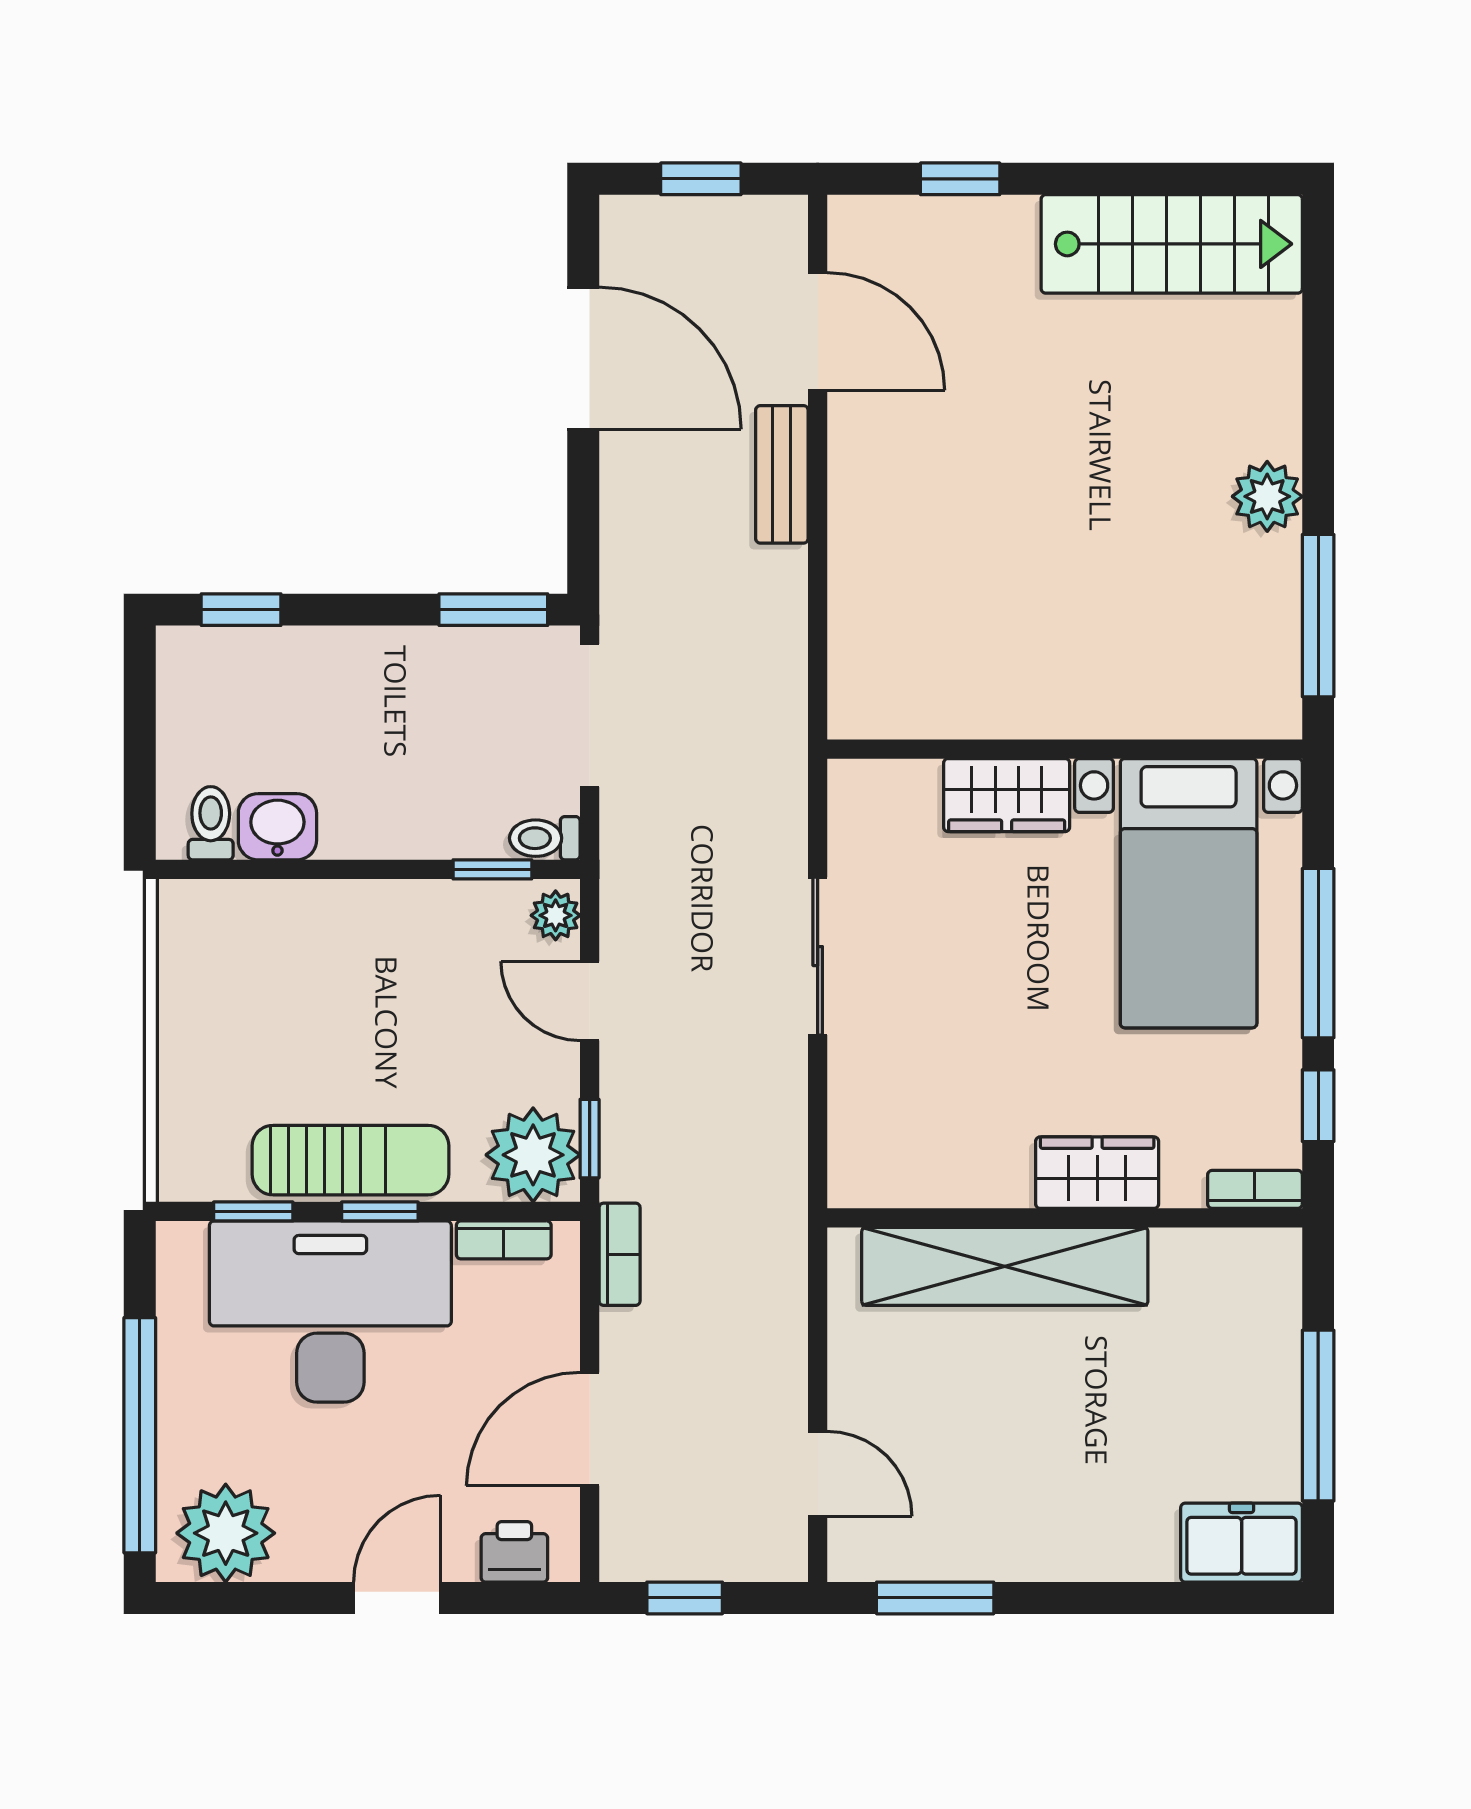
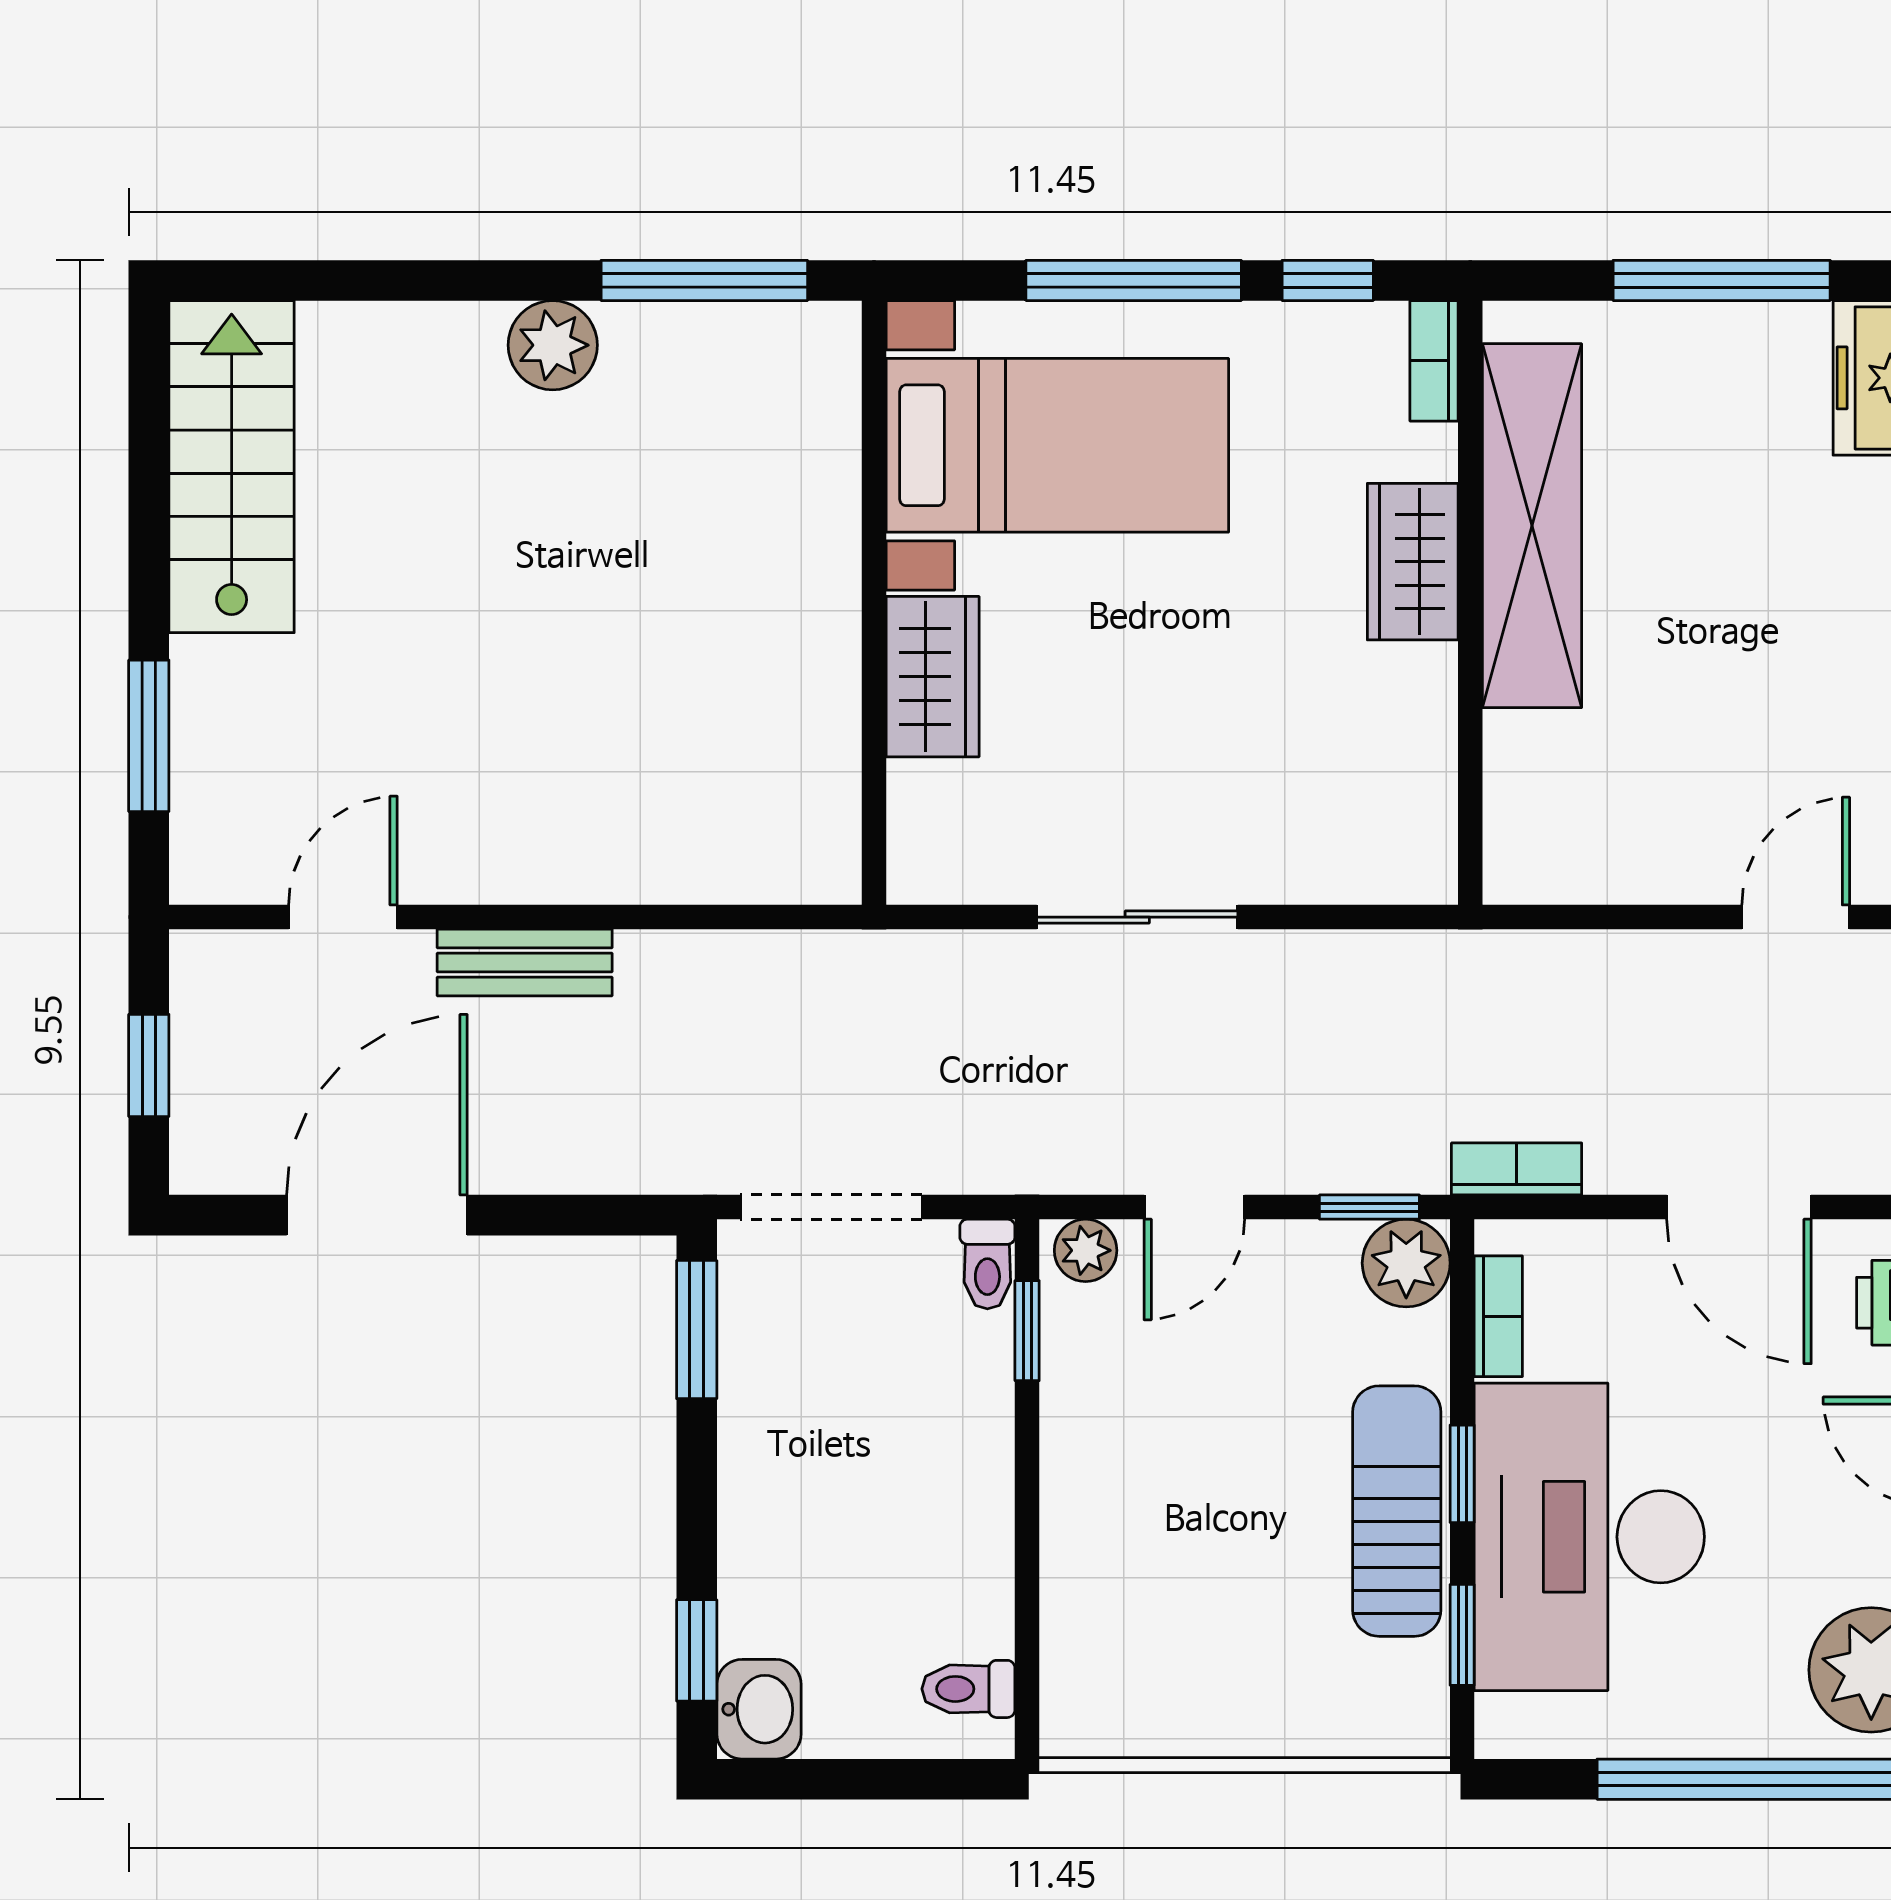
window: (960, 179) -> (149, 736), width x1.50
door: (818, 331) -> (343, 917), width x0.73
washbasin: (277, 827) -> (759, 1709), moved, turned 180
plant: (533, 1155) -> (1406, 1263), width x0.73, depth x0.73
shelving: (1005, 1266) -> (1532, 526), moved

